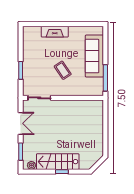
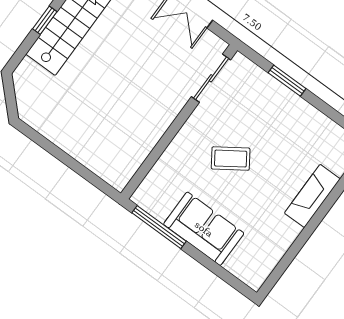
sofa: (94, 56) -> (204, 229), width x0.73

